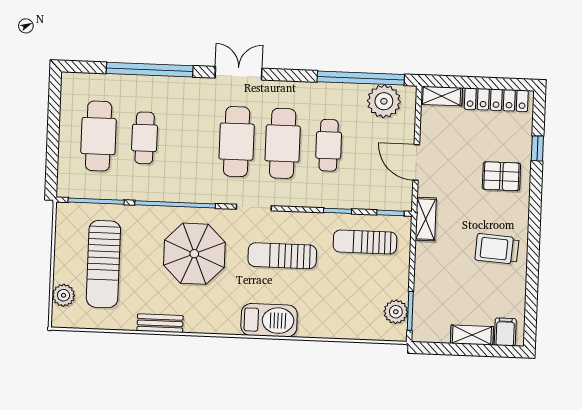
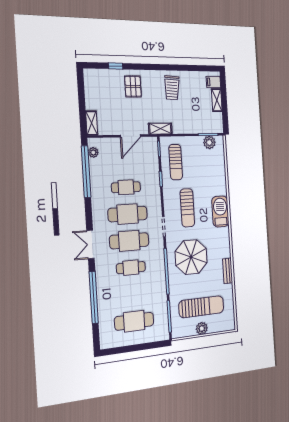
locker: (496, 100) -> (91, 91), removed
plant: (384, 101) -> (93, 152), width x0.53, depth x0.53
cafe table: (145, 138) -> (131, 268), moved
plant: (63, 295) -> (202, 328), moved

